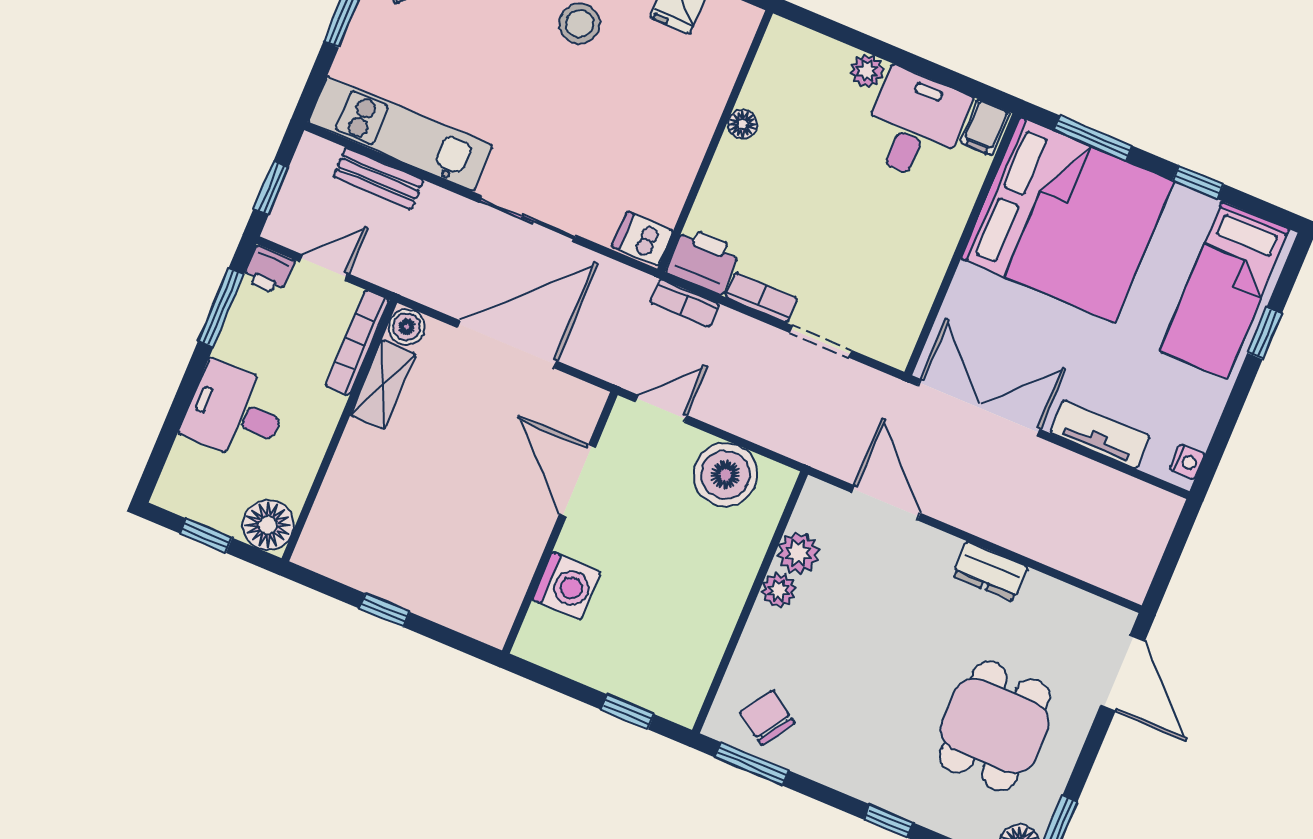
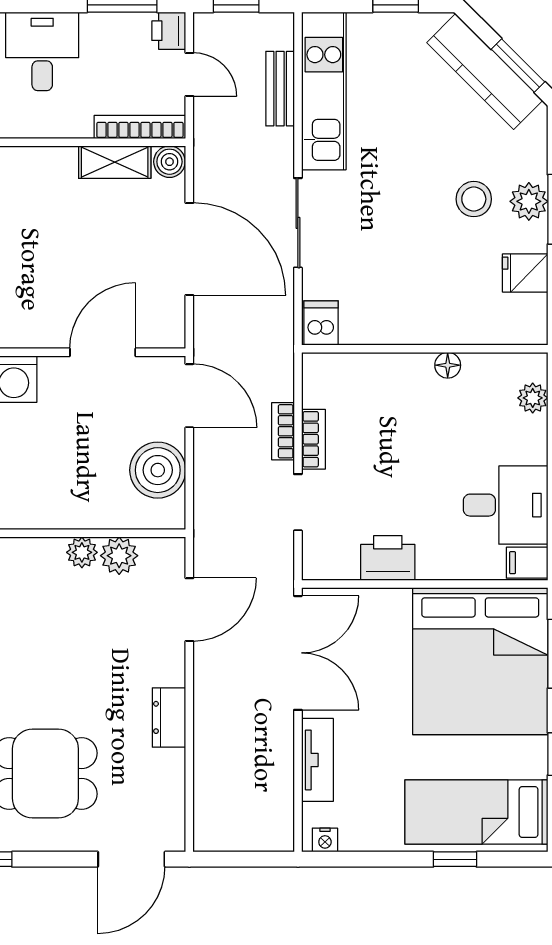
plant: (867, 71) -> (533, 398), moved
printer: (703, 260) -> (388, 558), moved, turned -90
bookcase: (685, 303) -> (283, 431), moved
door: (661, 409) -> (189, 396), width x1.38

